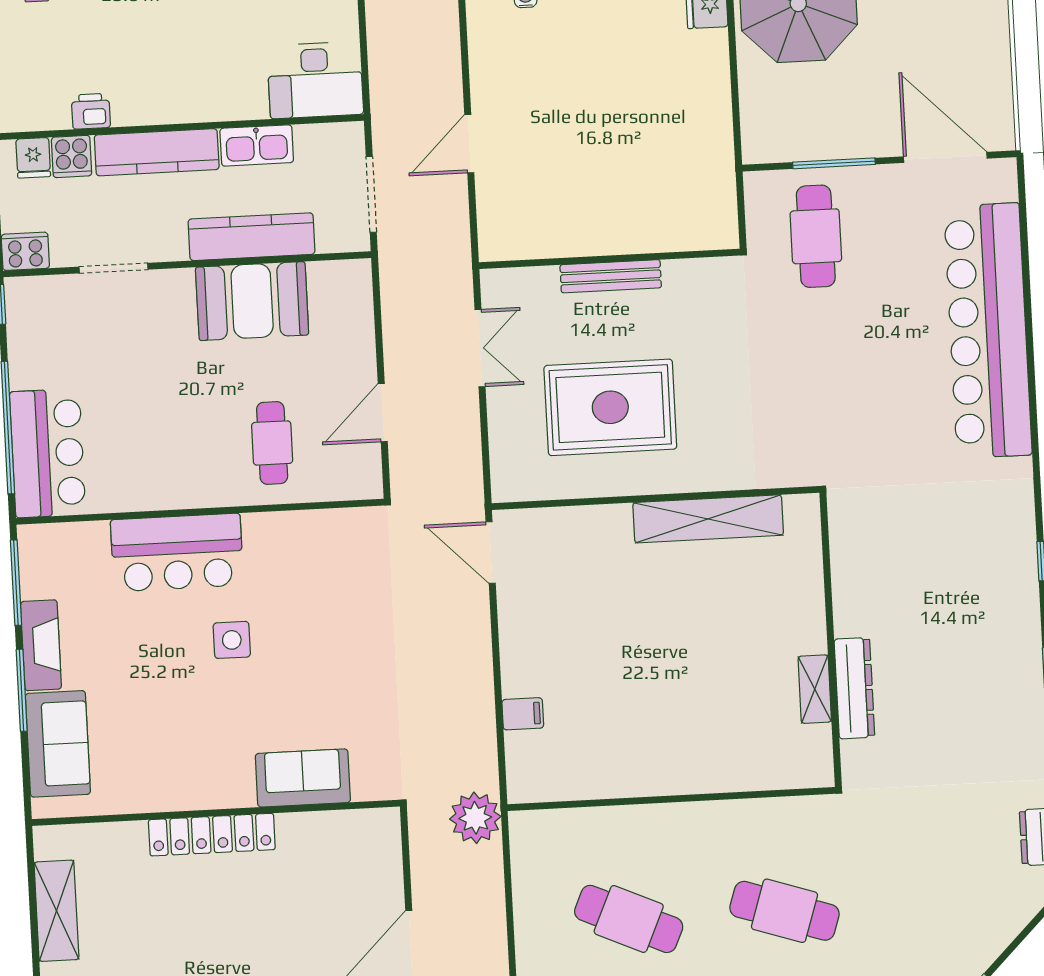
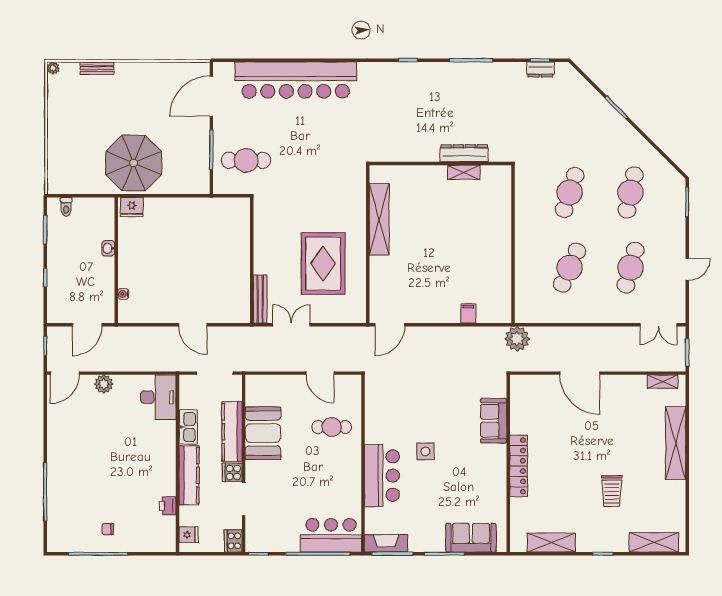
cooker: (72, 156) -> (232, 472), moved, turned 180
bench: (611, 276) -> (260, 299), moved
fireplace: (41, 645) -> (386, 543), moved

